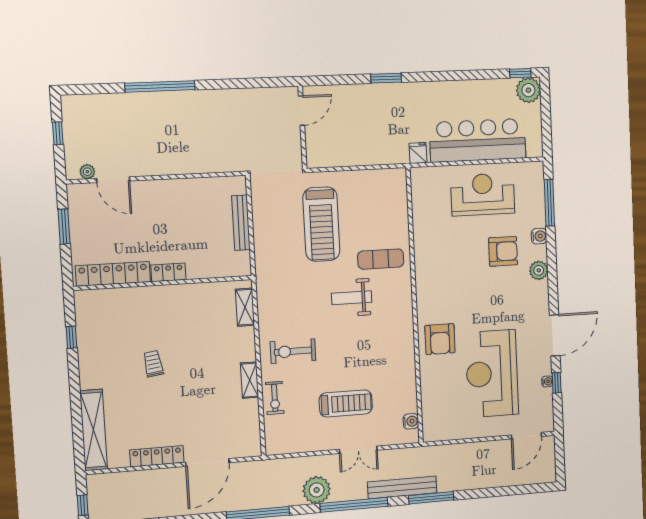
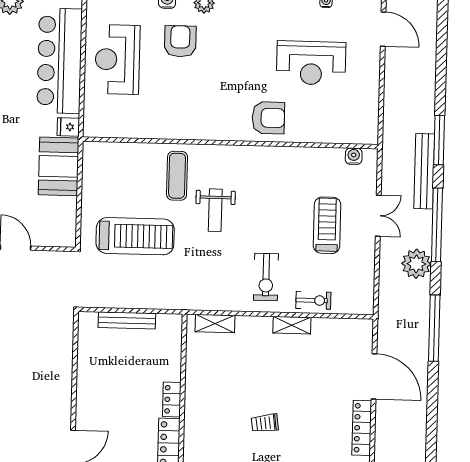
booth: (381, 146) -> (59, 166), added
reception desk: (492, 374) -> (311, 63), width x0.74, depth x0.77

